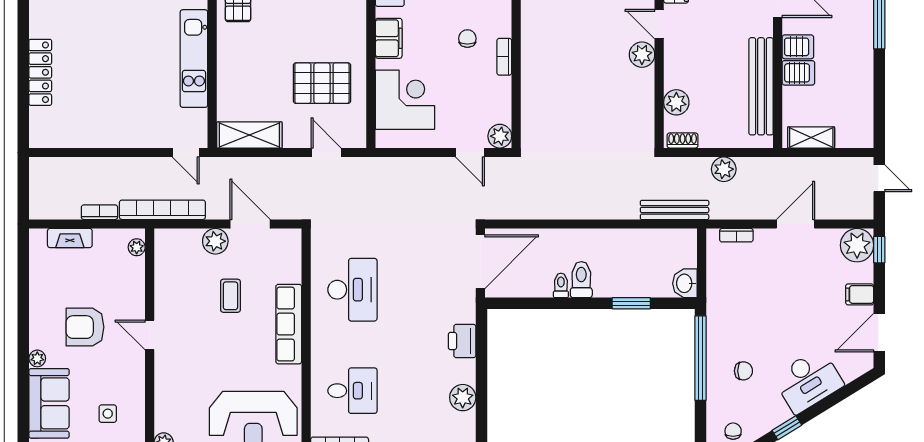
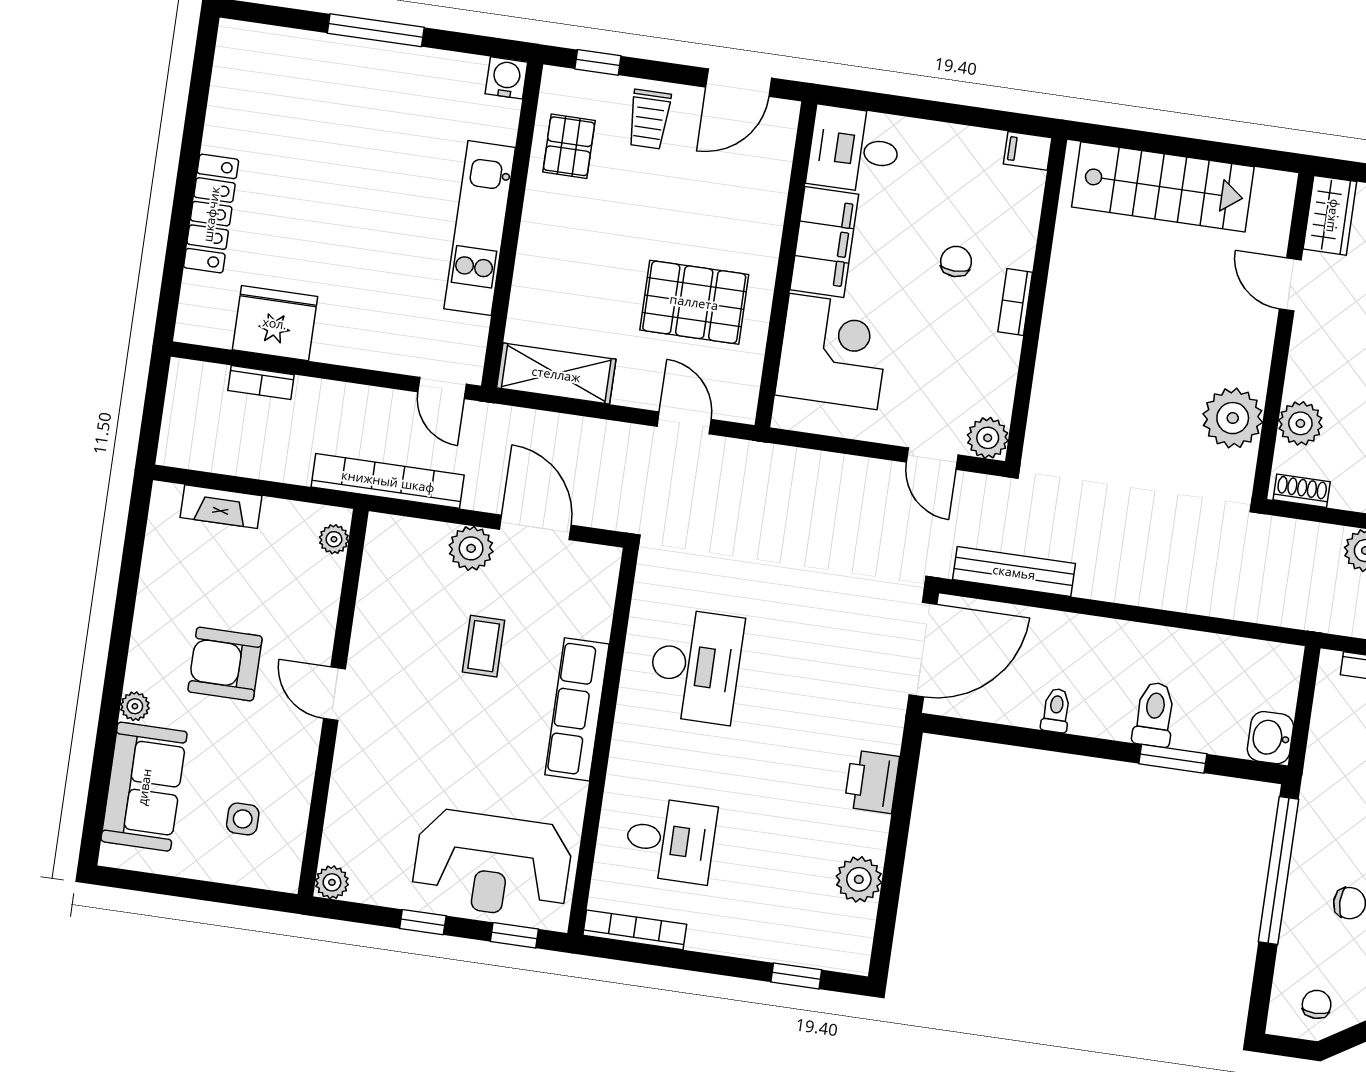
filing cabinet: (389, 38) -> (824, 242), width x1.50, depth x1.17
plant: (642, 55) -> (1233, 418), moved, width x1.36, depth x1.36
fridge: (85, 129) -> (275, 323), added
bench: (675, 210) -> (1014, 572), moved
bookcase: (99, 212) -> (261, 383), moved, turned 180
toilet: (581, 280) -> (1154, 714), moved

